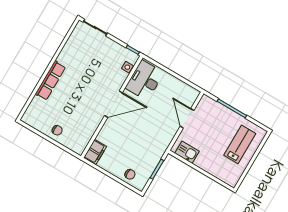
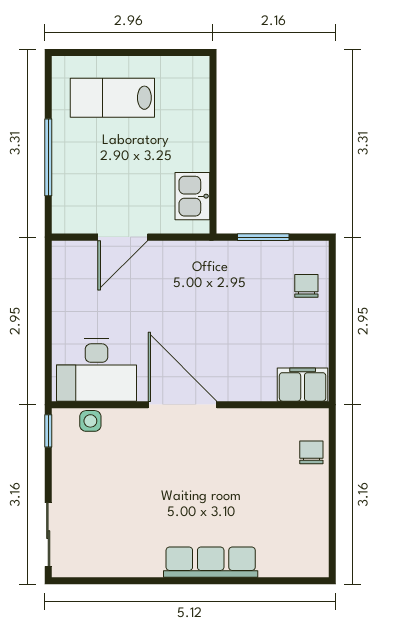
chair: (57, 130) -> (311, 452), moved

